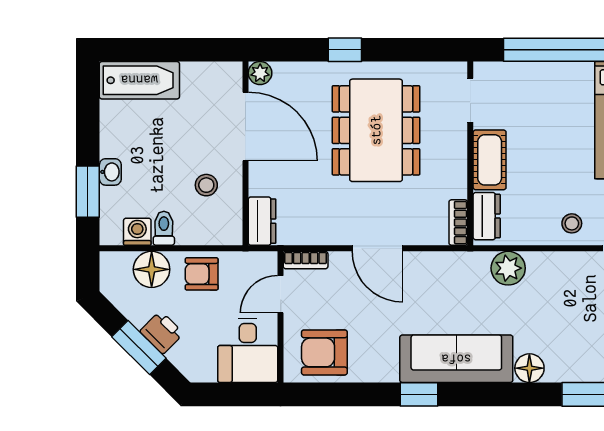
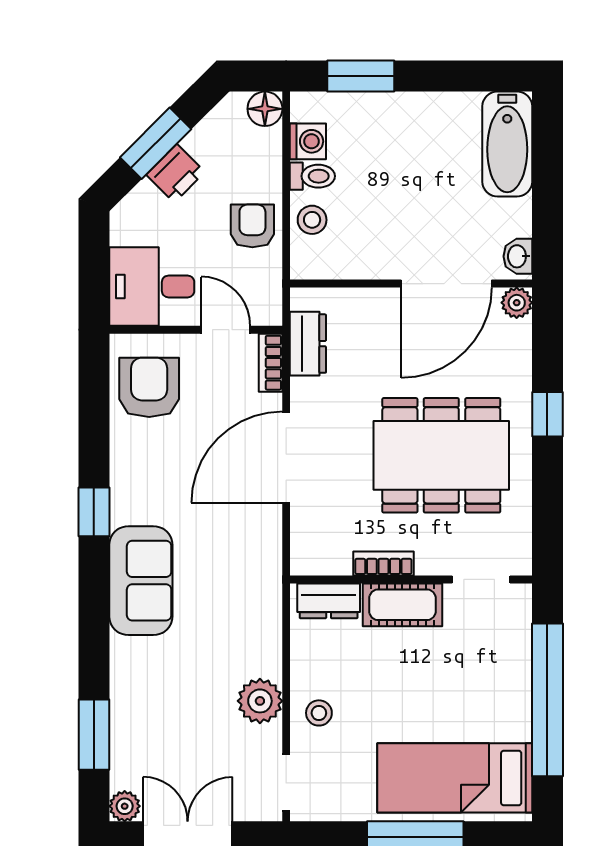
washbasin: (110, 172) -> (518, 256), moved, turned 90
stool: (206, 185) -> (312, 220), moved
dresser: (262, 221) -> (308, 344), moved, turned -90
bookcase: (458, 223) -> (383, 564), moved
door: (377, 248) -> (286, 457), width x1.36
plant: (508, 268) -> (260, 701), moved
floor lamp: (152, 269) -> (265, 109), moved, width x0.73, depth x0.73
sofa: (456, 359) -> (141, 581), width x0.73
floor lamp: (529, 368) -> (128, 657), removed

